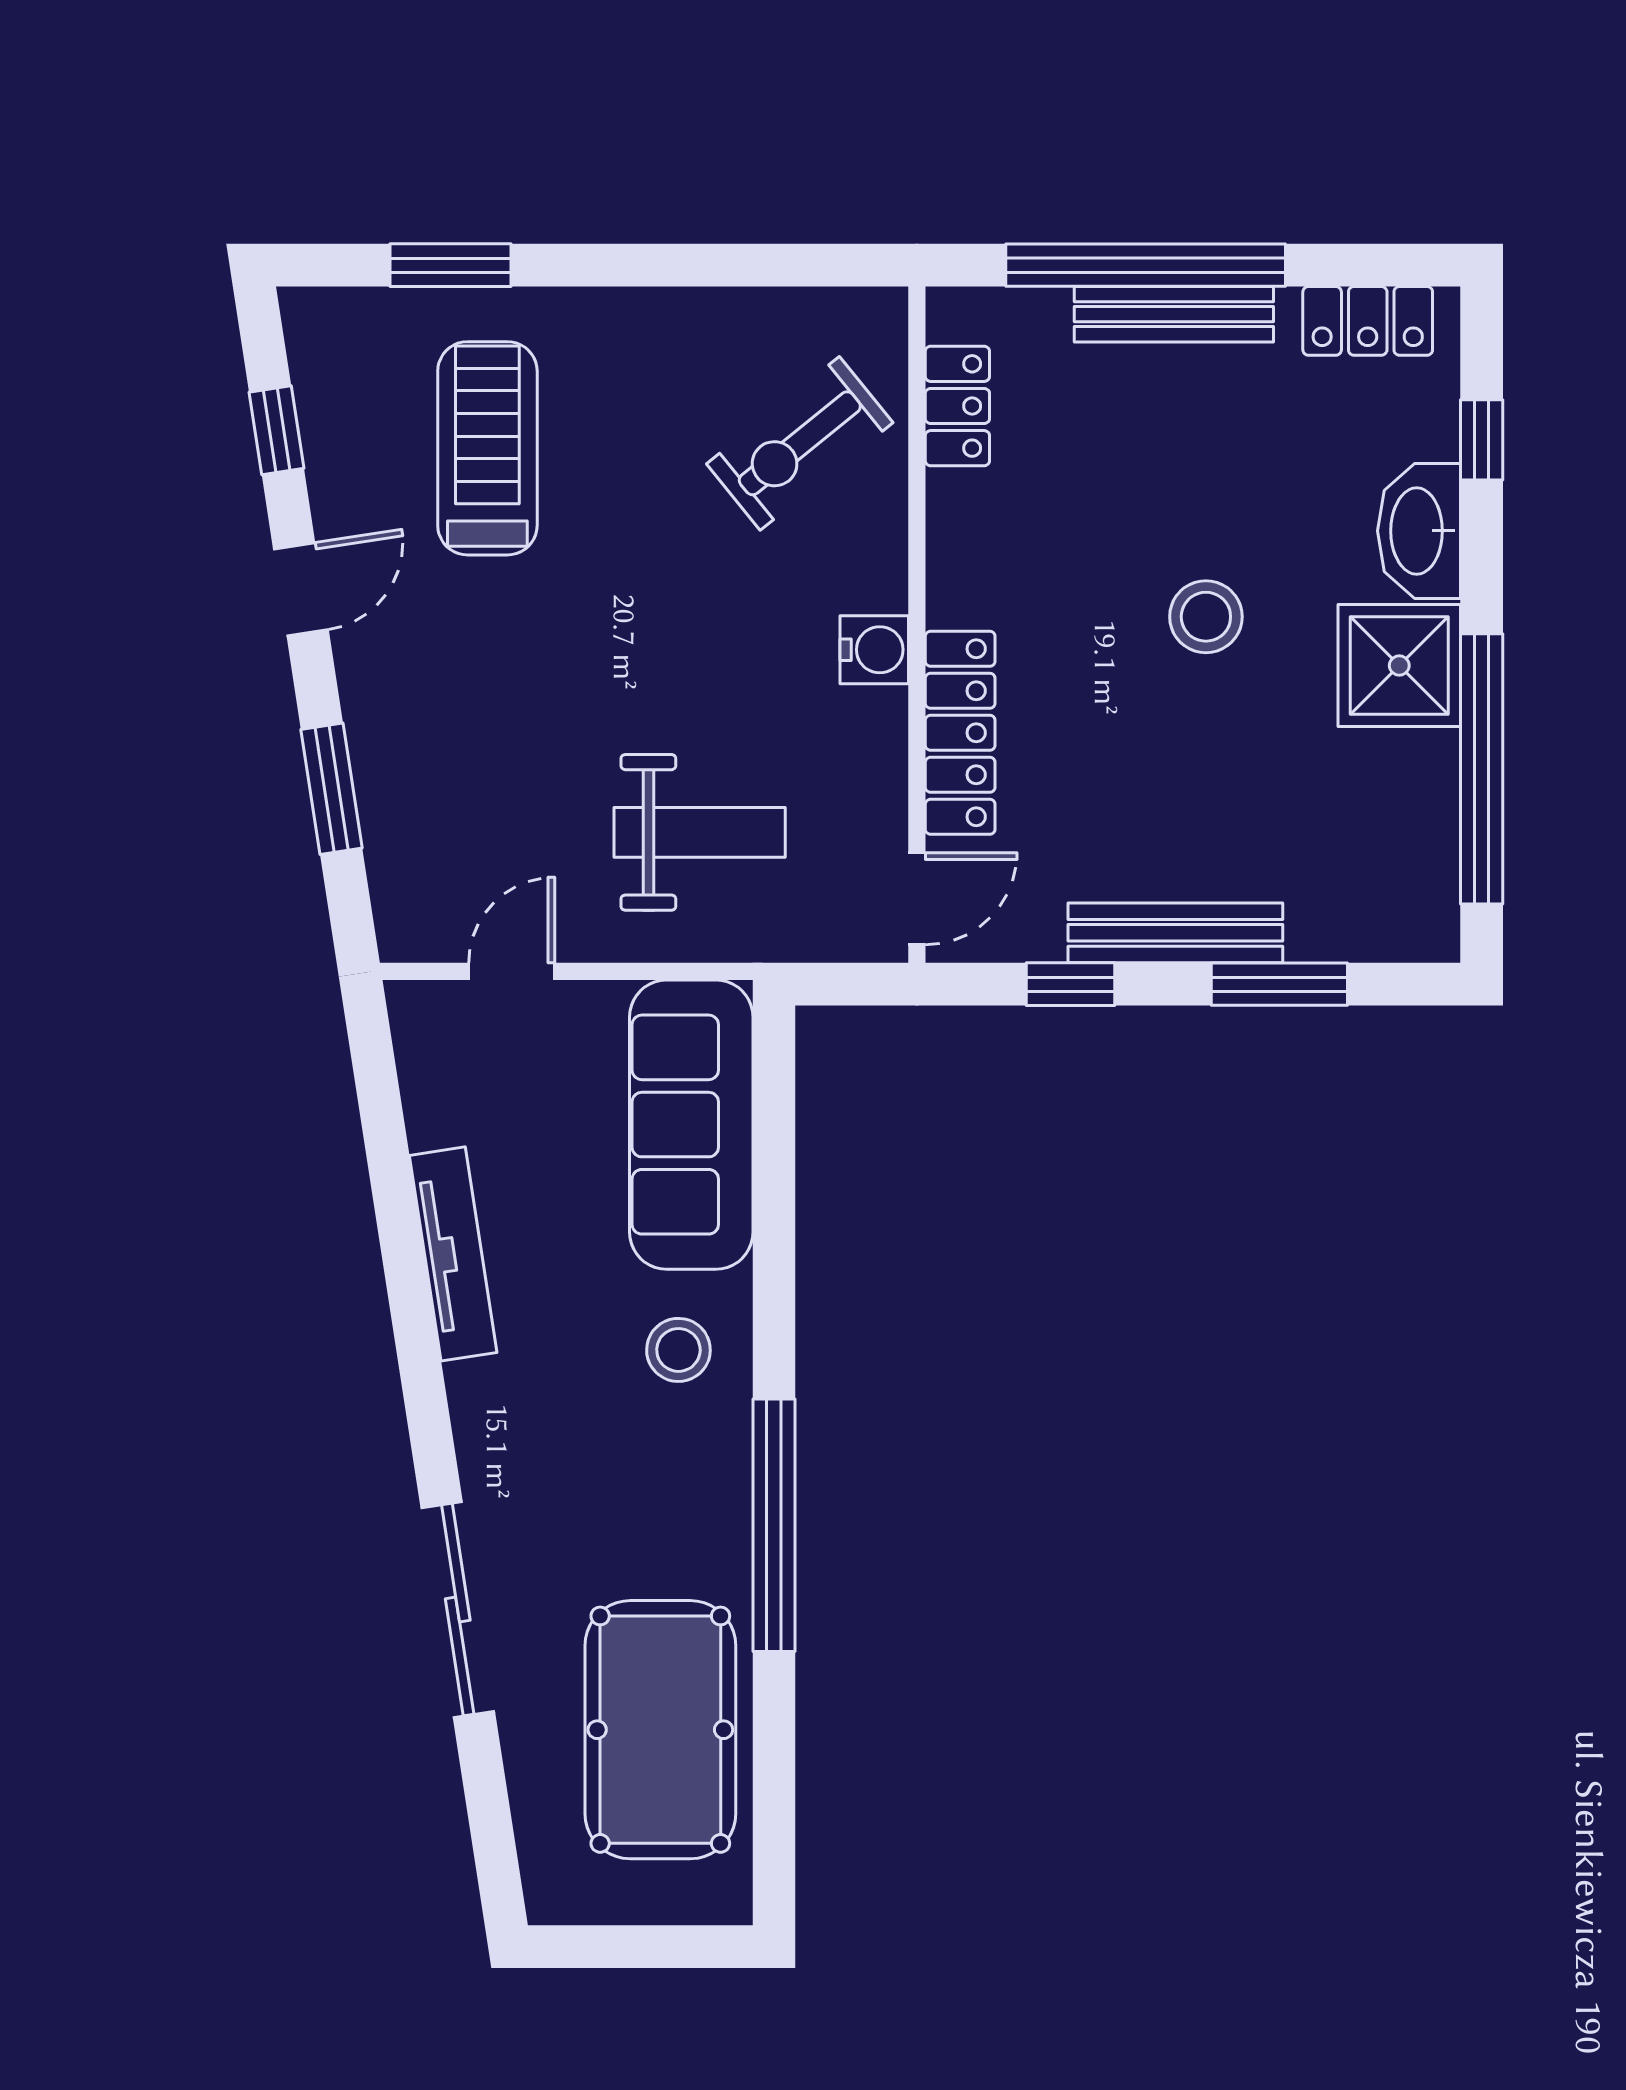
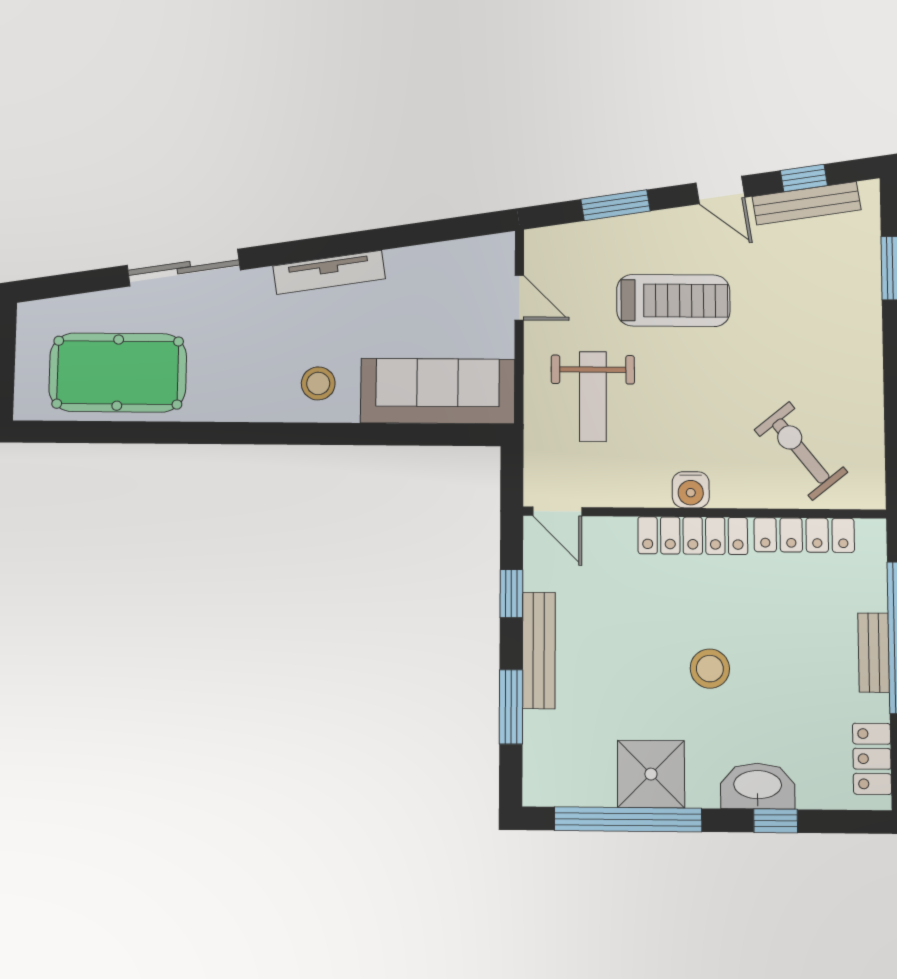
bench: (1174, 314) -> (874, 653), width x0.73
locker: (957, 406) -> (804, 535), width x1.53
bench: (326, 426) -> (806, 203), added
window: (1482, 440) -> (776, 821), moved
treadmill: (487, 448) -> (673, 301), moved
shower: (1399, 666) -> (651, 774), moved
locker: (960, 733) -> (693, 536), moved
tv unit: (453, 1254) -> (329, 272), moved
window: (774, 1525) -> (224, 433), removed

